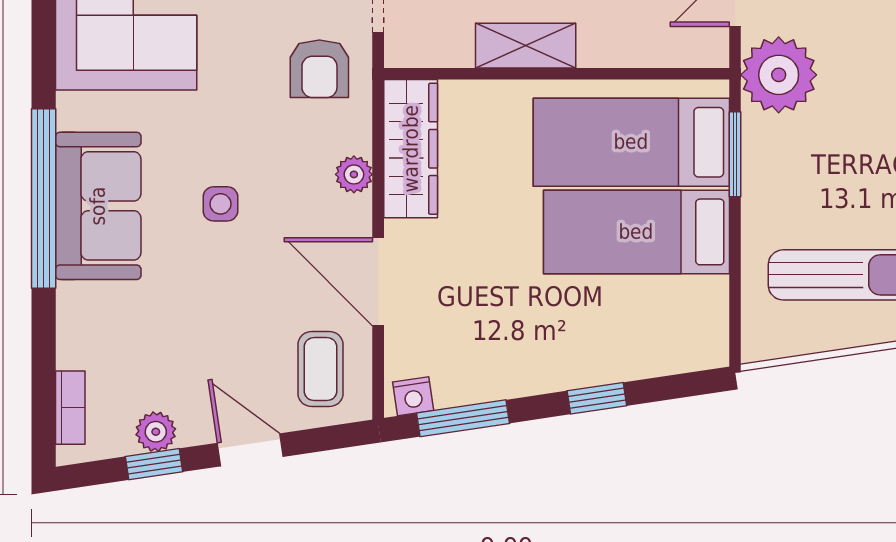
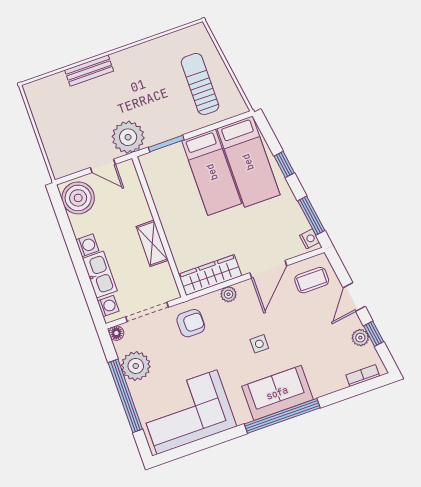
bed: (631, 142) -> (248, 162), moved

